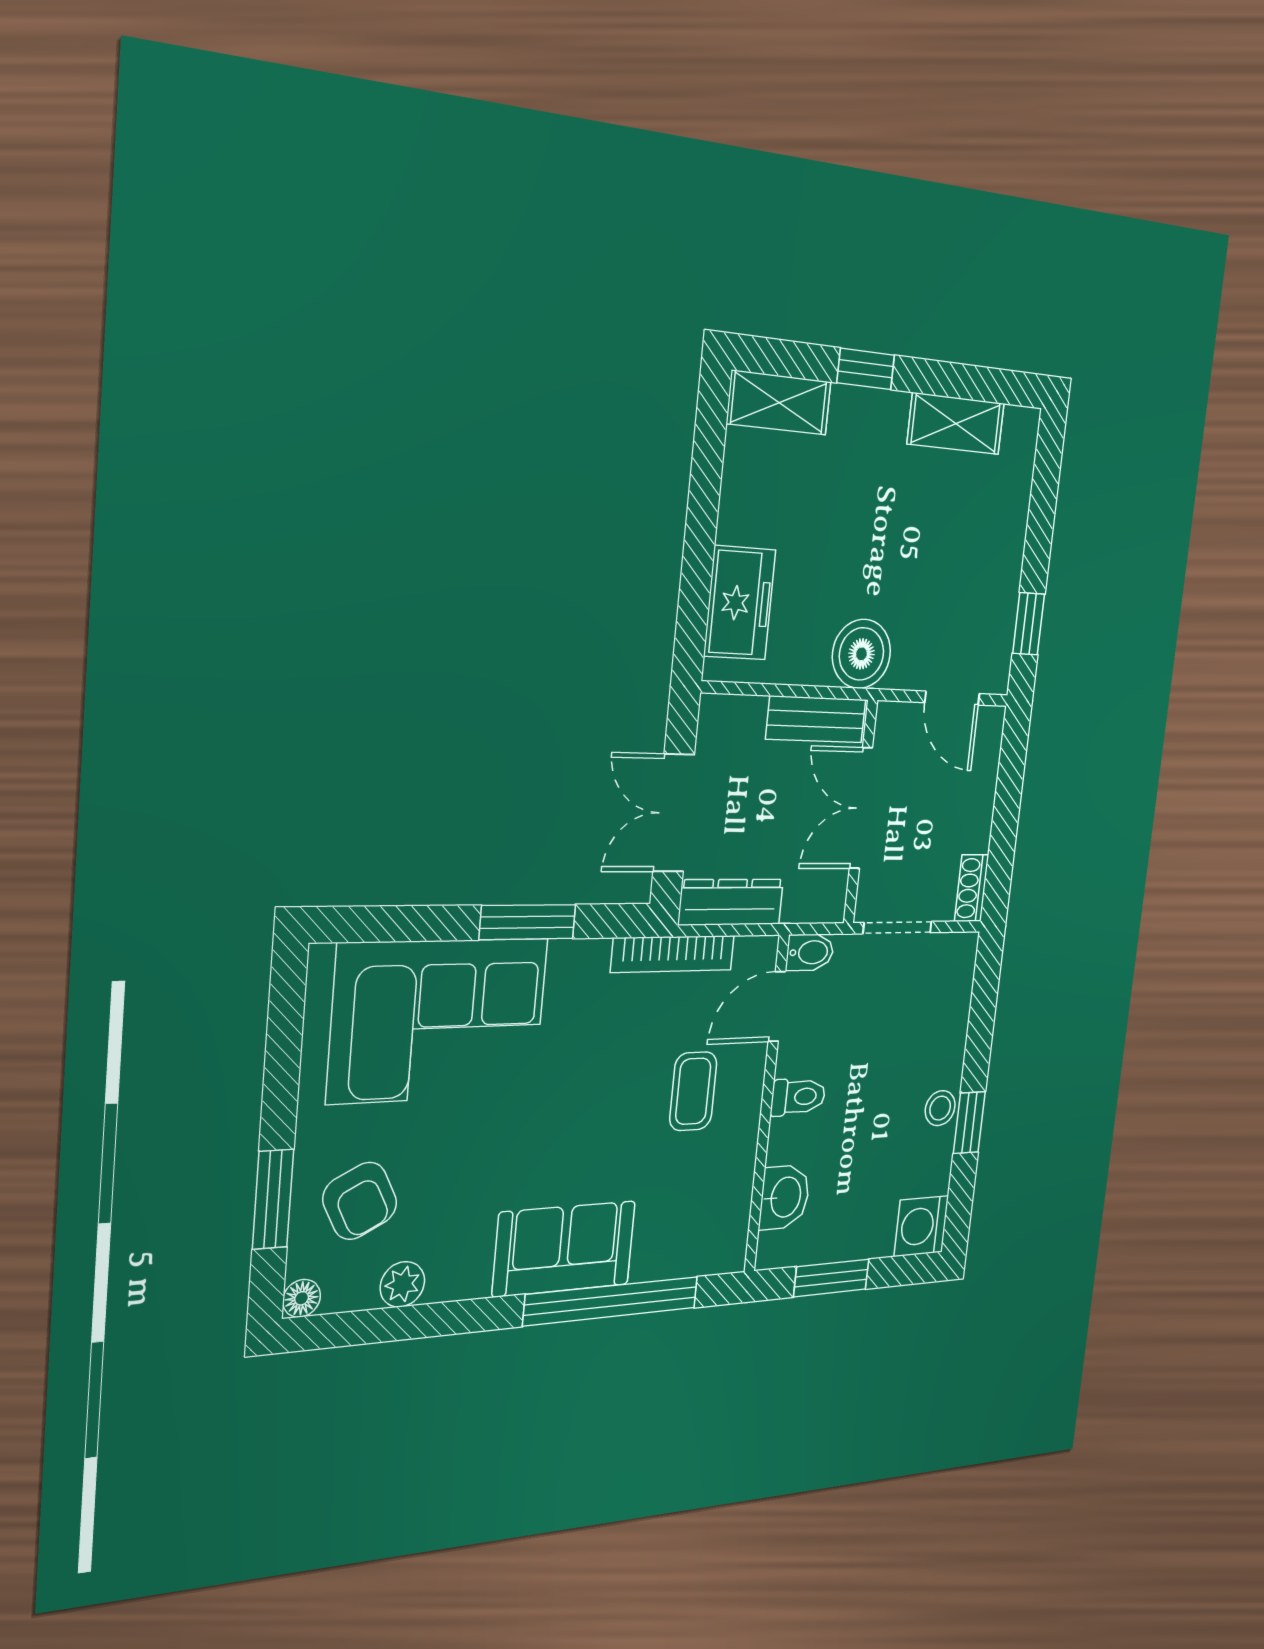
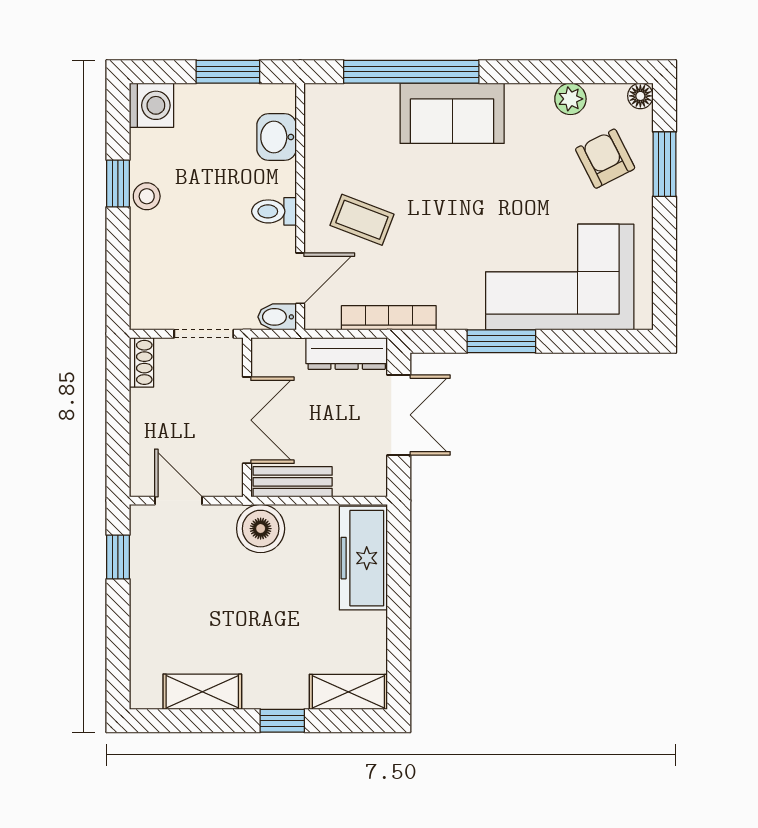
freezer: (740, 603) -> (363, 558), width x1.40
coffee table: (693, 1091) -> (362, 220), turned -69

